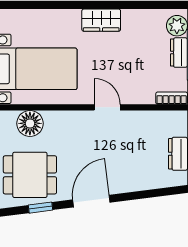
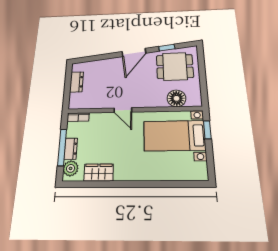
wardrobe: (101, 20) -> (99, 172), moved

